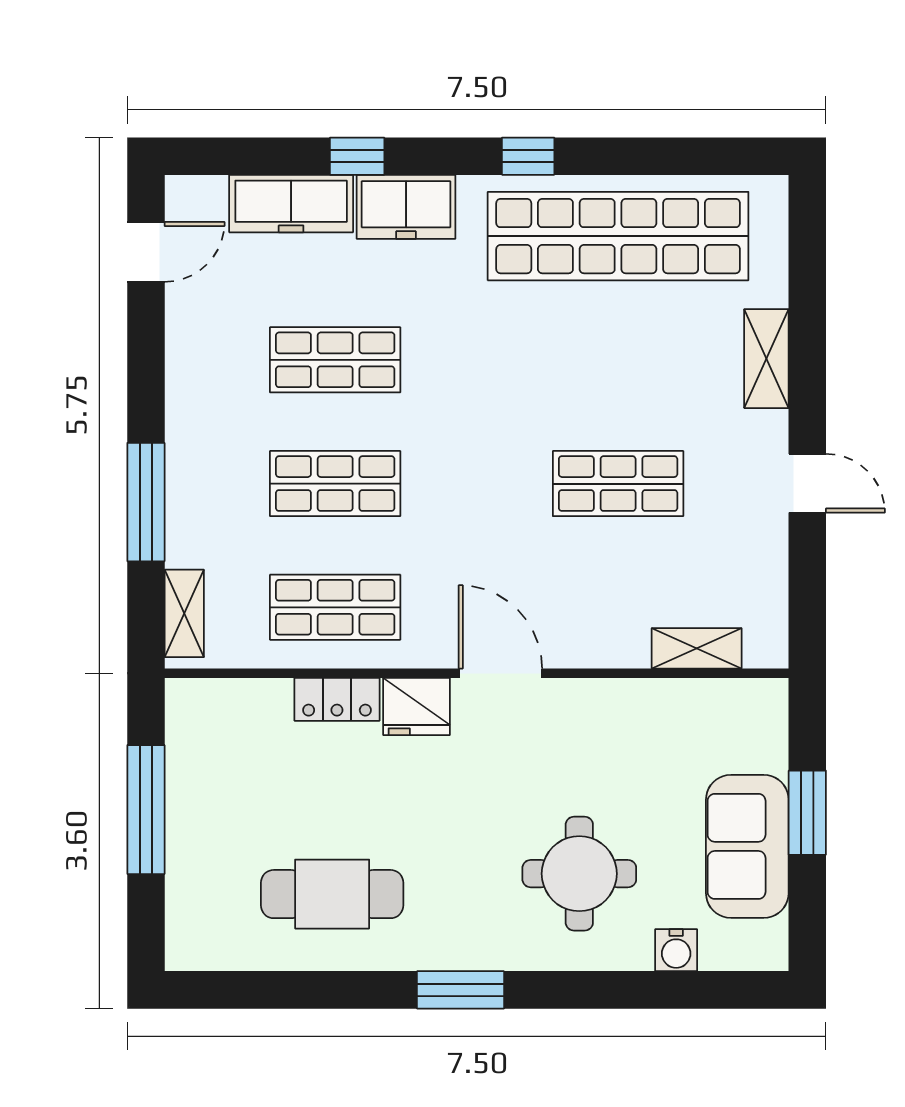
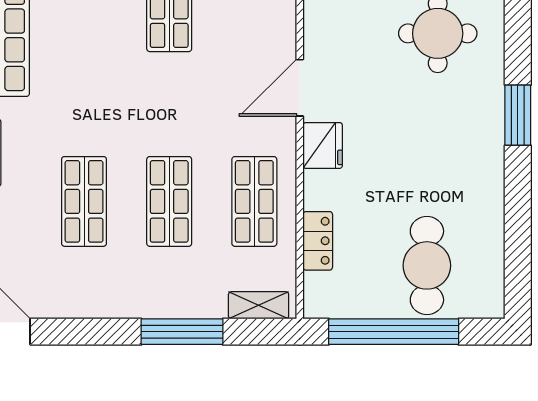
locker: (337, 699) -> (318, 241), moved
window: (146, 810) -> (394, 332), width x1.46
cafe table: (332, 894) -> (427, 265), moved

